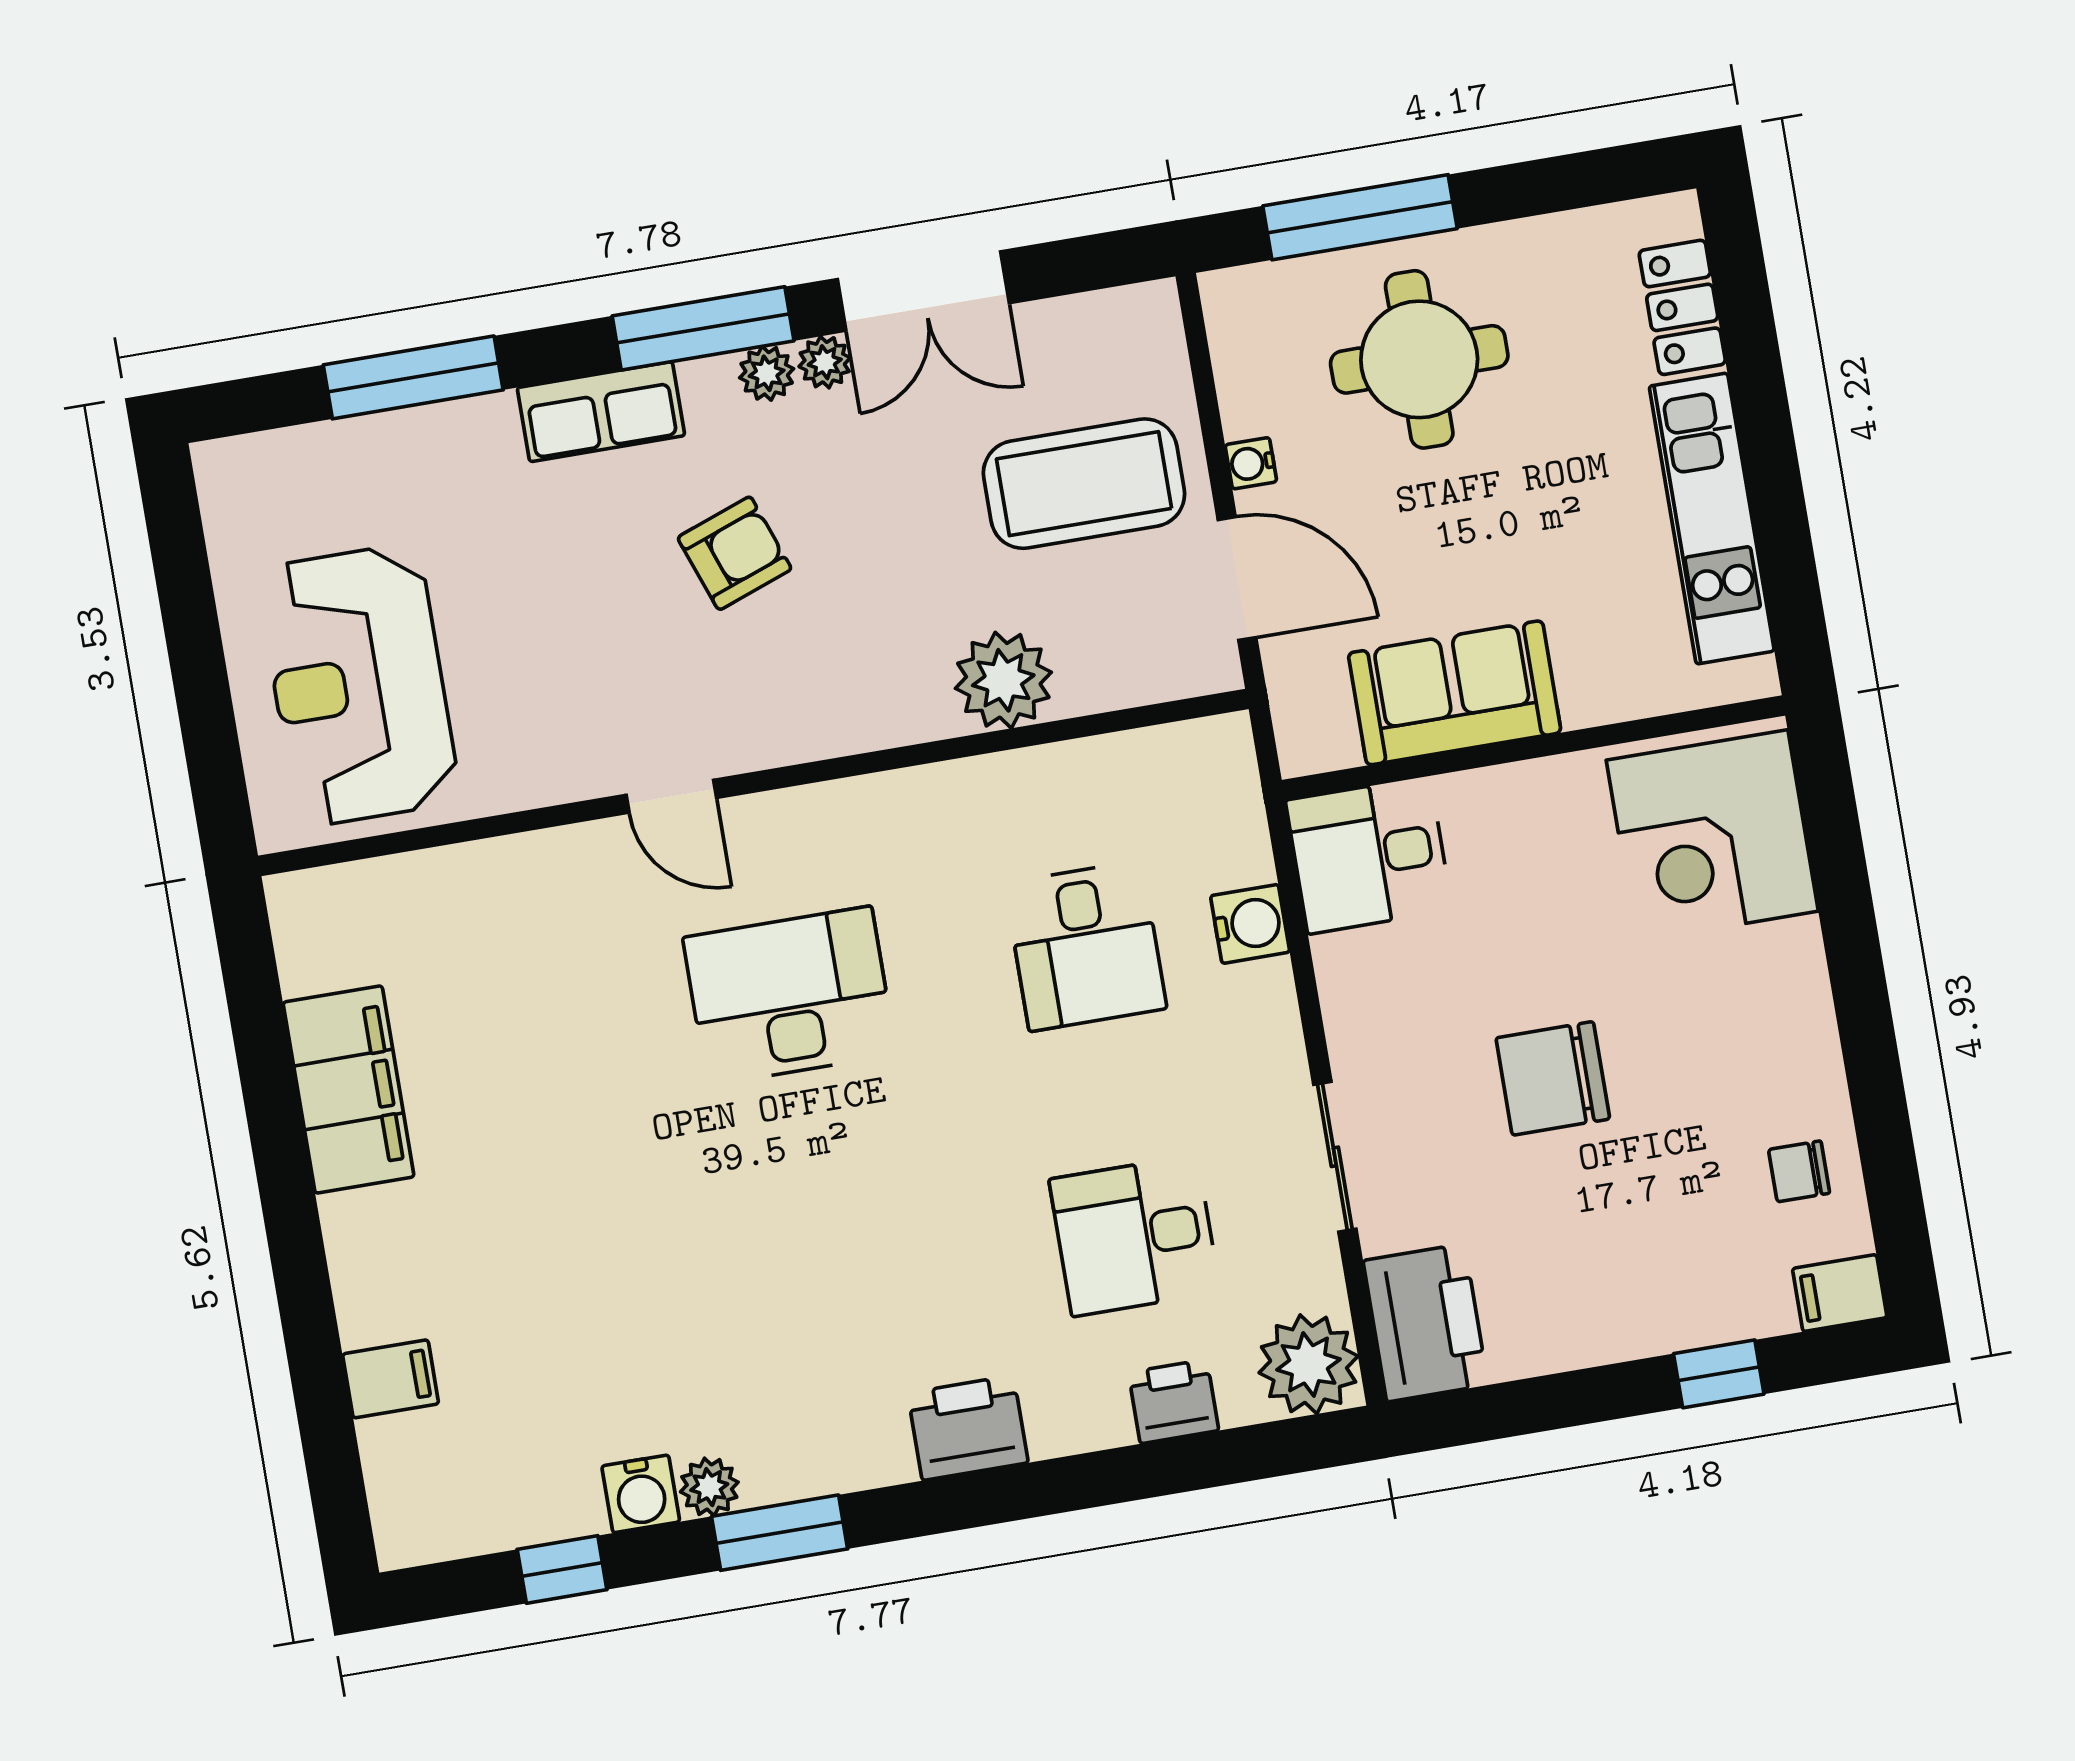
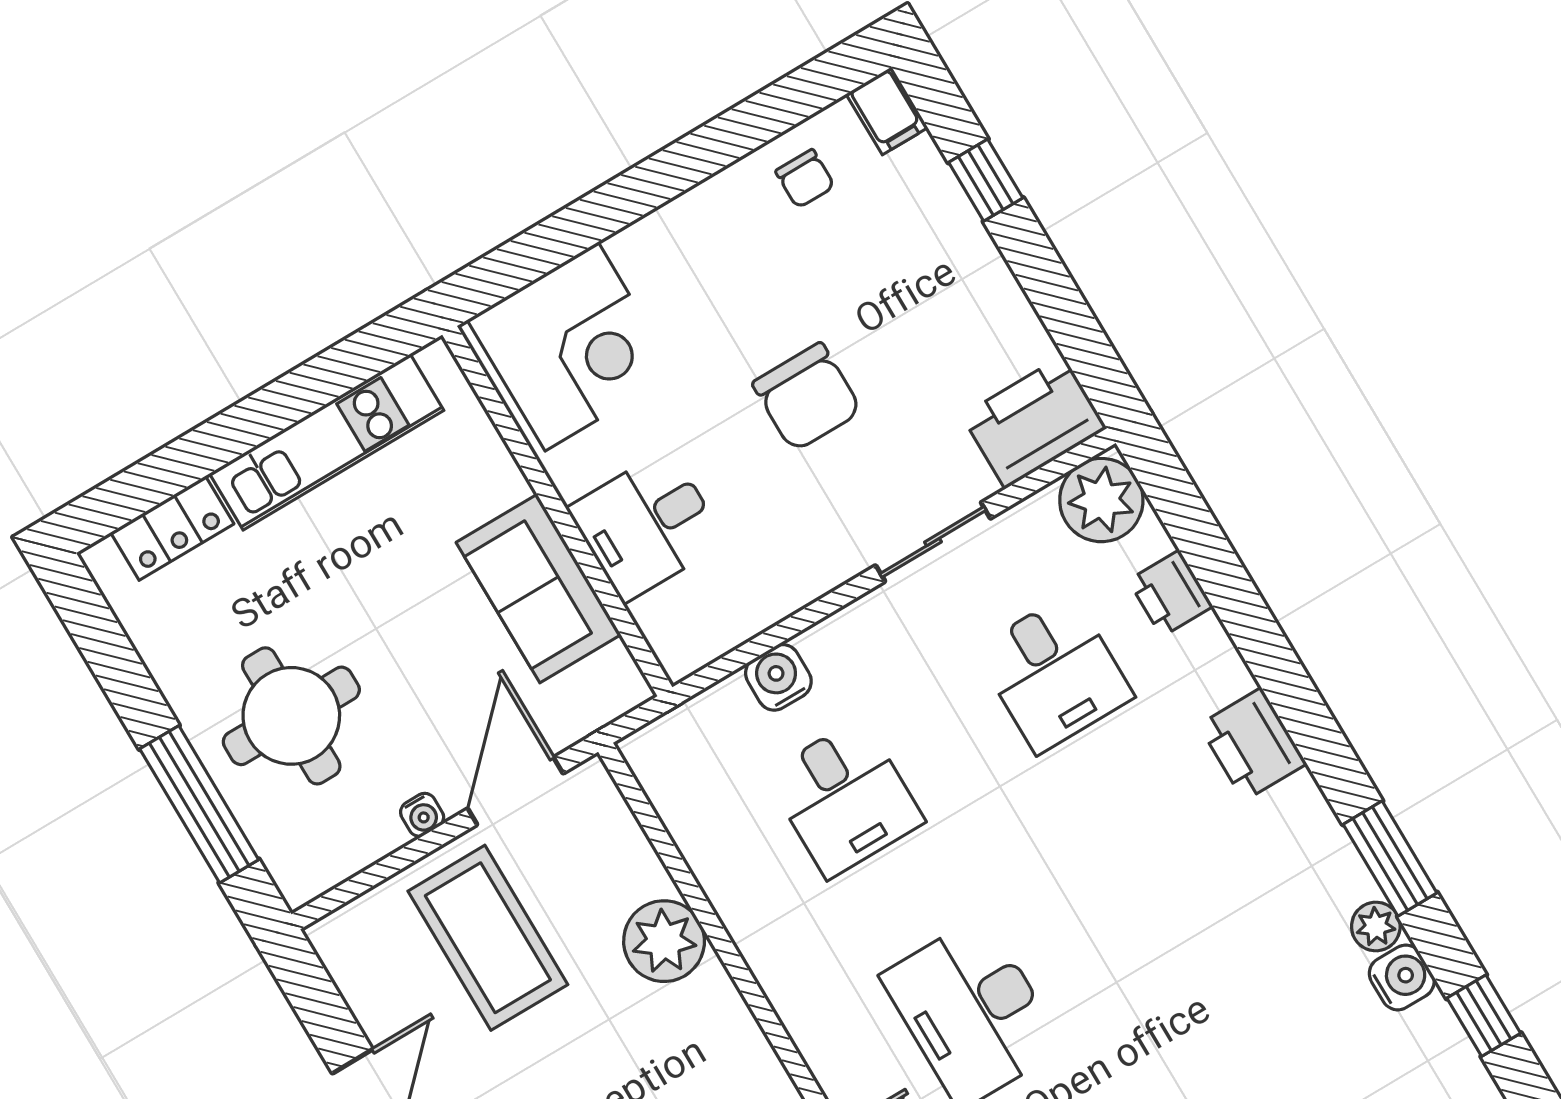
desk: (1369, 855) -> (647, 525), moved, turned 90
desk: (1086, 946) -> (845, 798), turned 90

